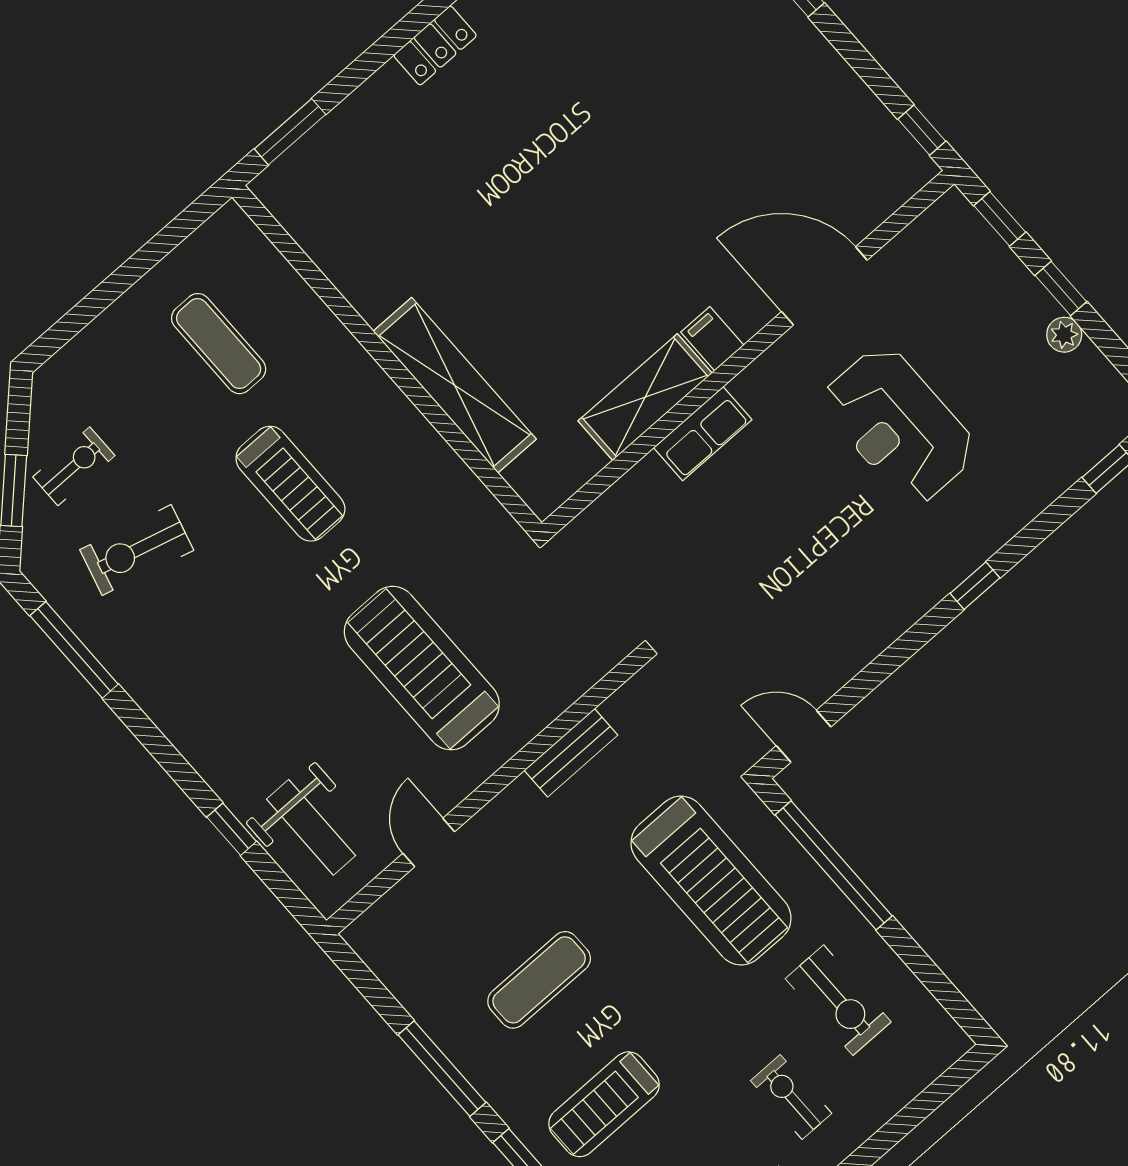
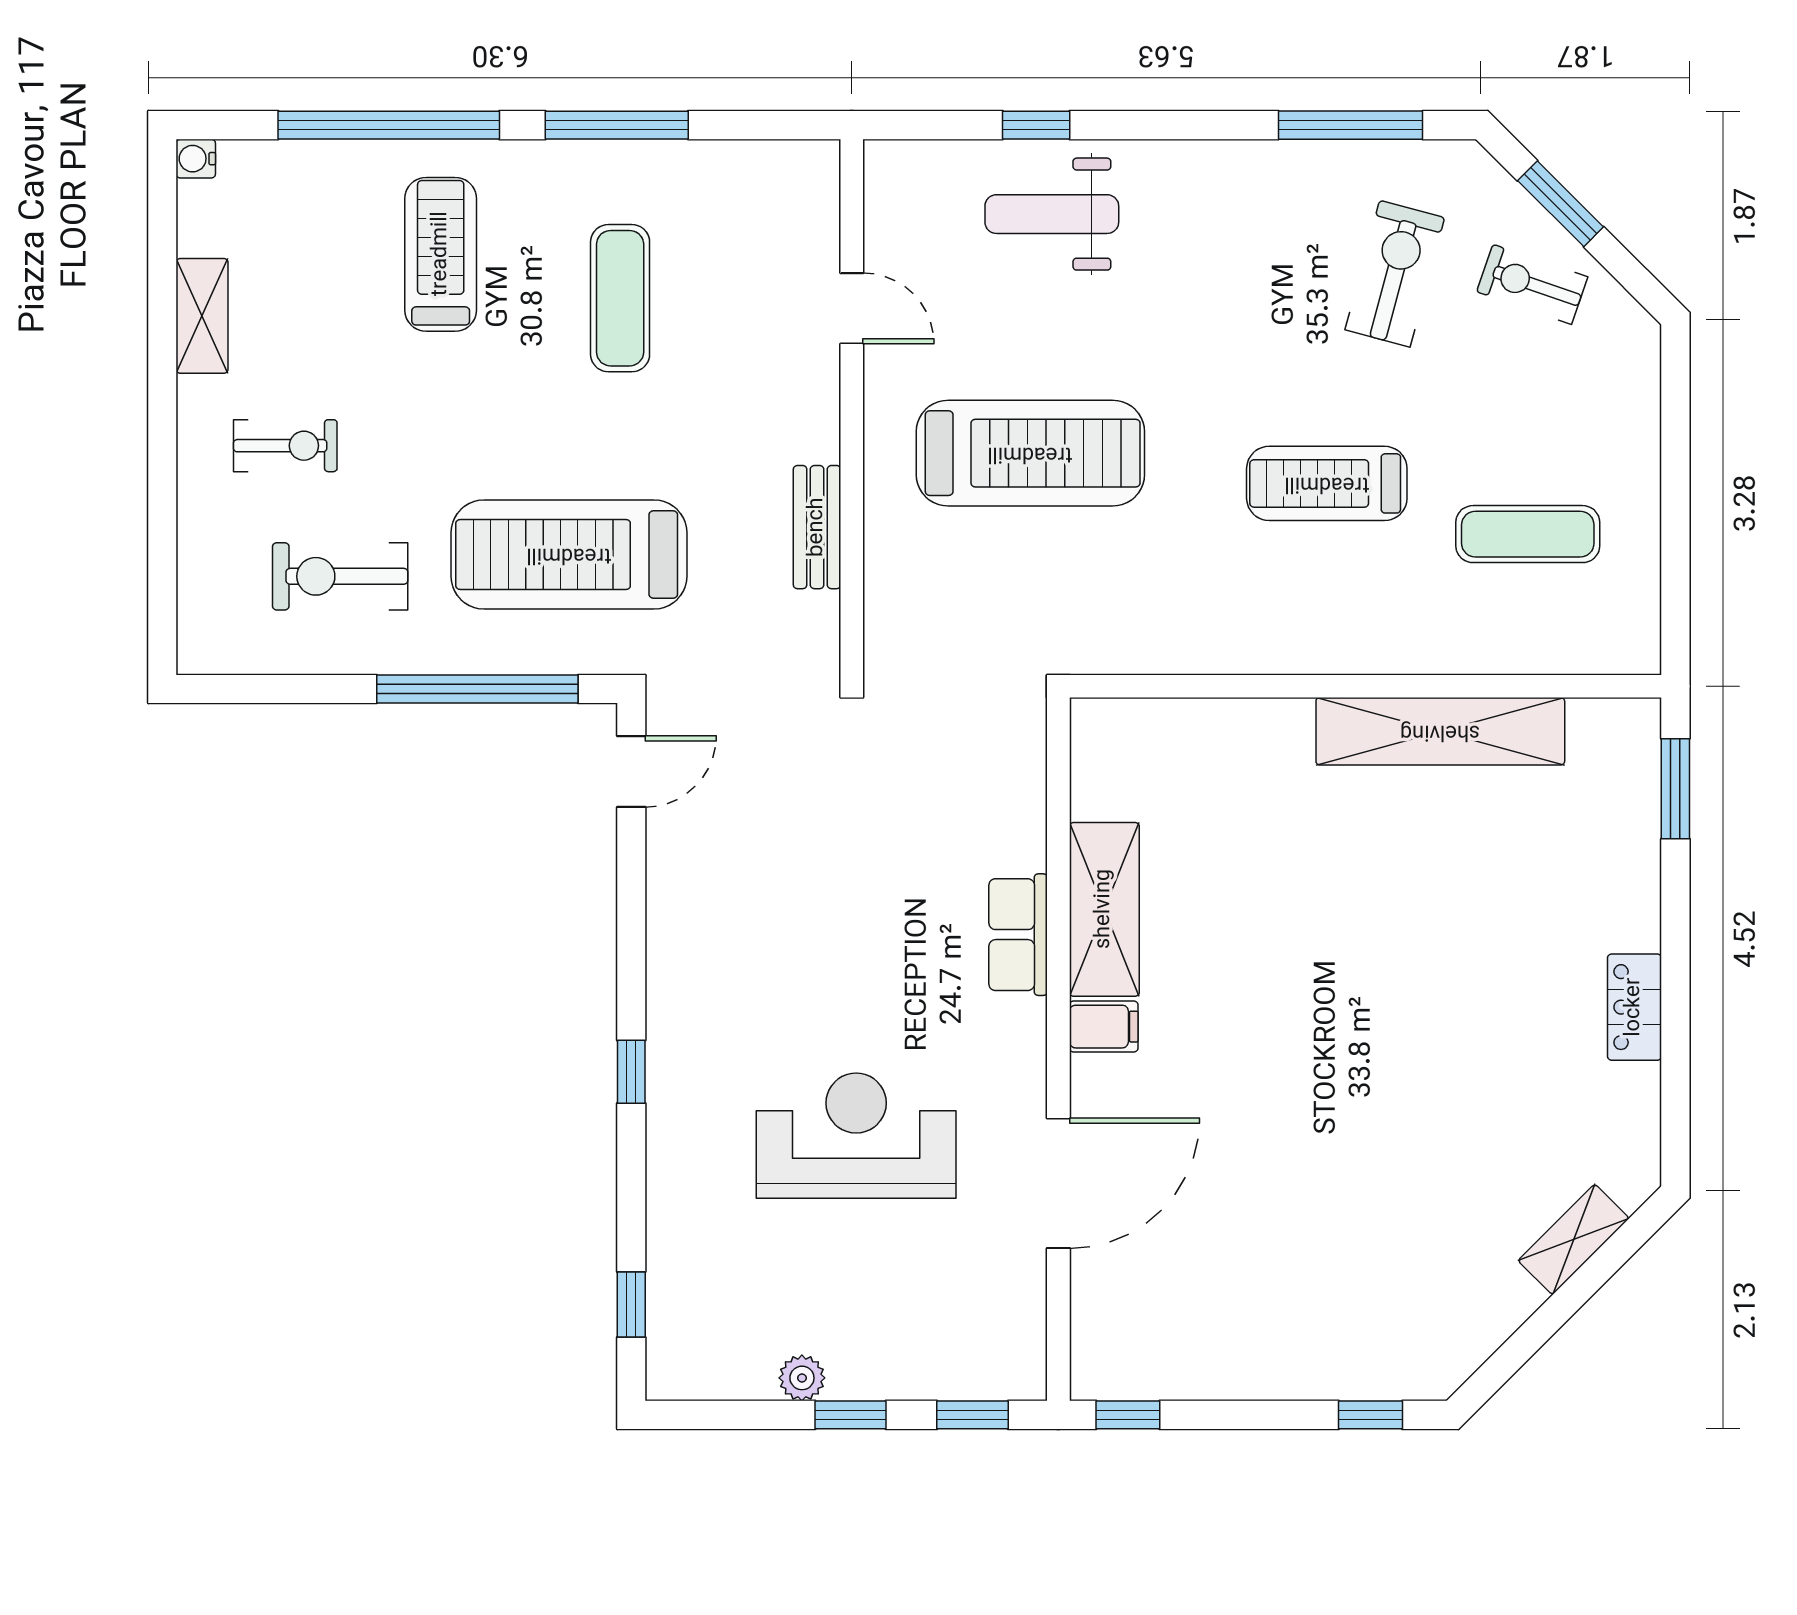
shelving: (455, 385) -> (1440, 731), moved
exercise bike: (74, 466) -> (1532, 284), turned 109
weight bench: (311, 827) -> (1052, 214), moved

